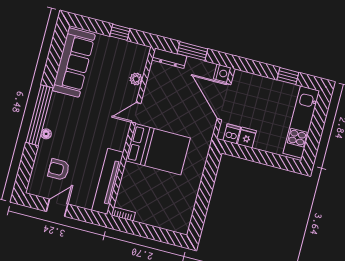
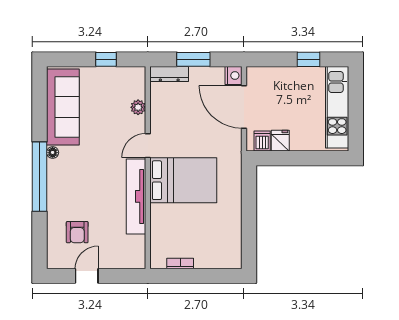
floor lamp: (46, 134) -> (53, 152), moved
armchair: (59, 169) -> (77, 232), turned -90
tv unit: (108, 181) -> (136, 196), moved
bookcase: (123, 214) -> (180, 263), moved

